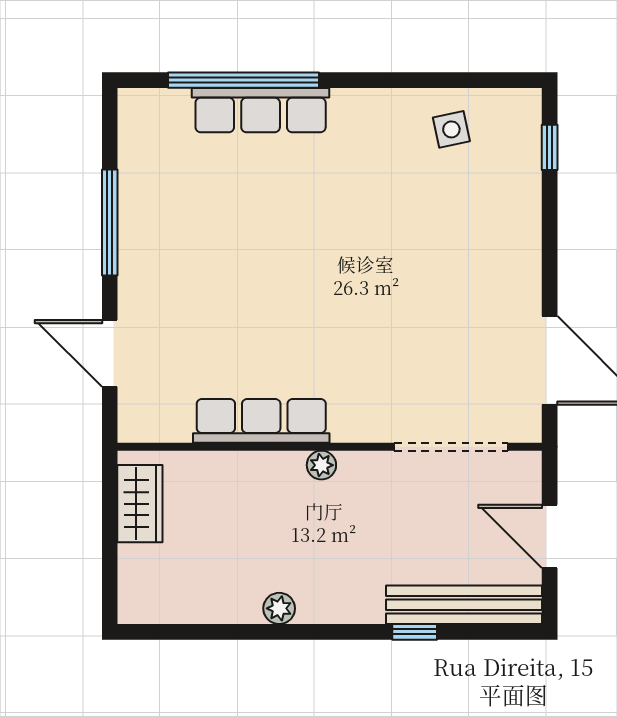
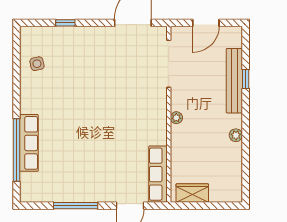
window: (550, 147) -> (65, 23), moved
row of seats: (261, 421) -> (158, 174), moved
bench: (464, 605) -> (234, 81), moved

